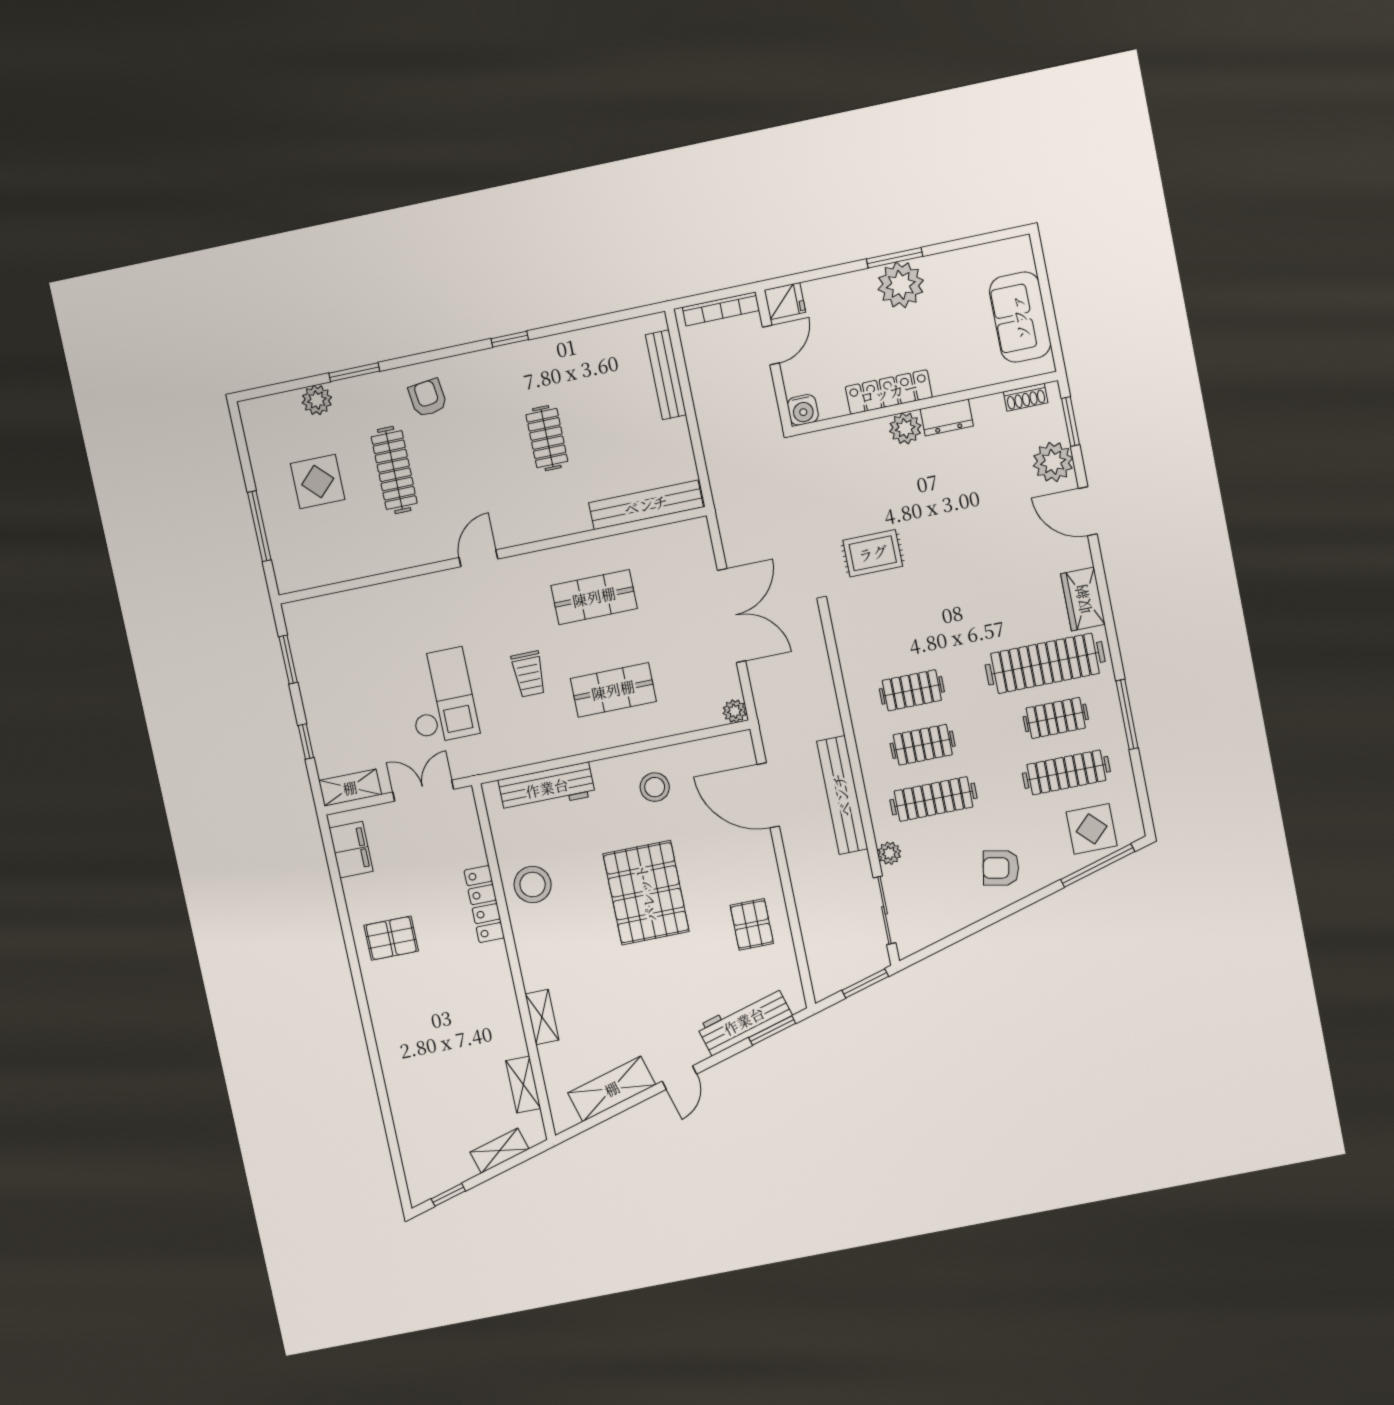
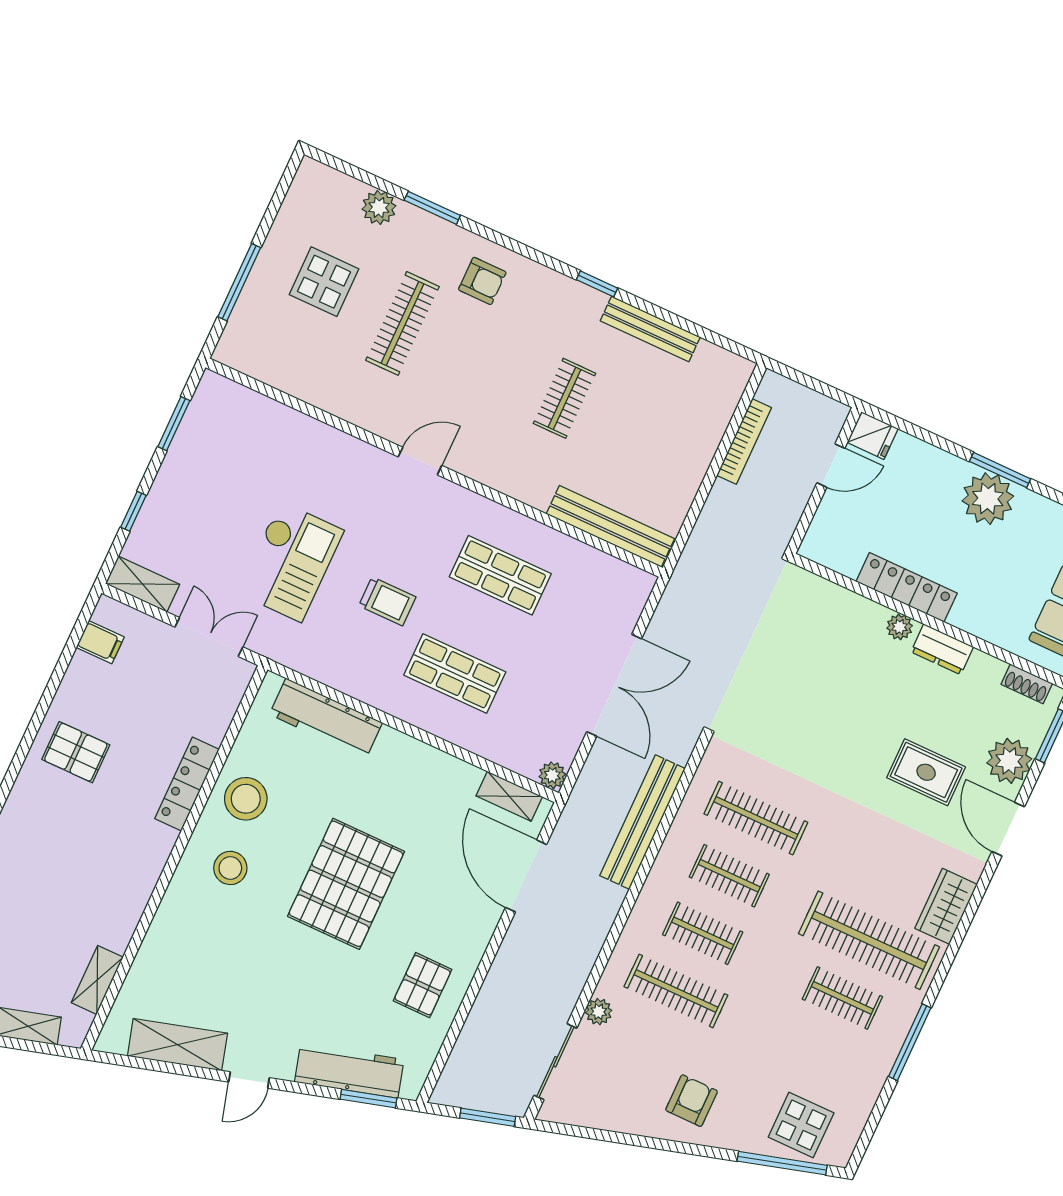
bookcase: (721, 309) -> (744, 441), moved, turned -90
bench: (666, 375) -> (650, 329), moved, turned 90
armchair: (428, 398) -> (482, 281), turned 97
water cooler: (803, 410) -> (817, 546), removed
plant: (905, 428) -> (900, 627), width x0.73, depth x0.73
rug: (873, 553) -> (926, 772), moved
trolley: (529, 674) -> (387, 601), turned -90
clothes rail: (1066, 772) -> (756, 818), moved
stool: (655, 787) -> (230, 868), moved
bench: (842, 795) -> (642, 822), moved
filing cabinet: (351, 850) -> (100, 642), width x0.50
armchair: (1001, 868) -> (692, 1101), turned 79
shelving: (542, 1017) -> (509, 796), moved, turned 90

